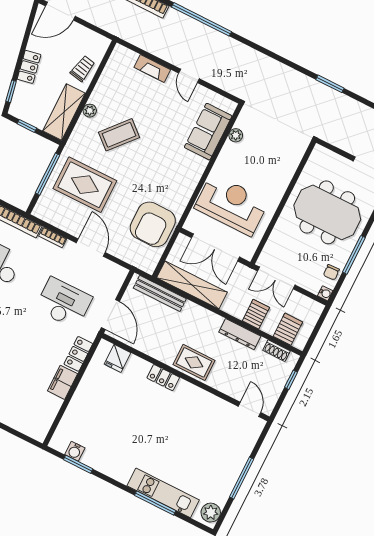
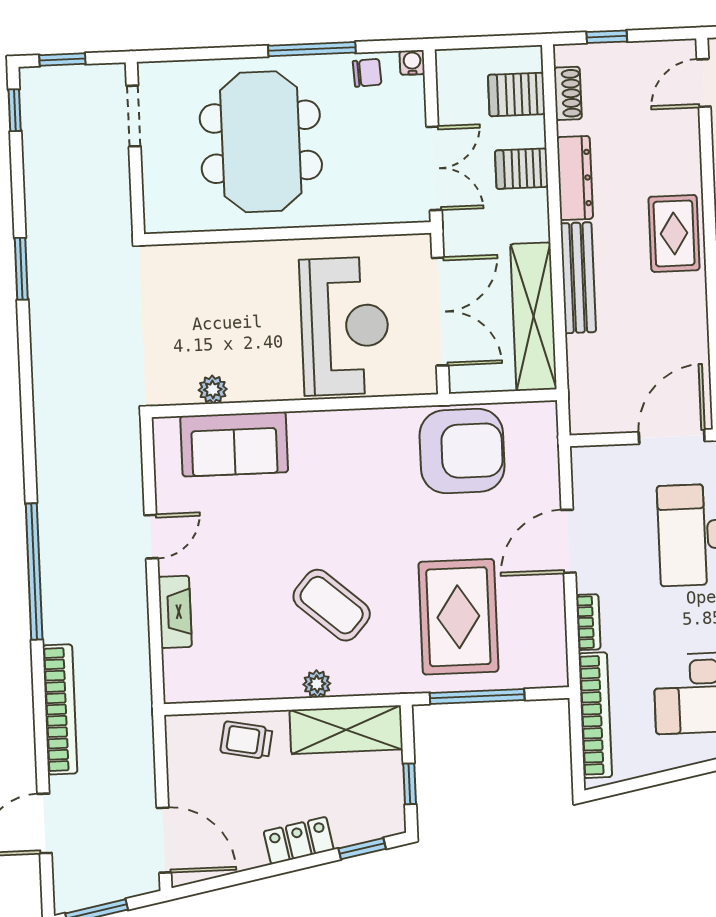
reception desk: (232, 205) -> (345, 326), turned 180
bench: (160, 293) -> (578, 278), moved

